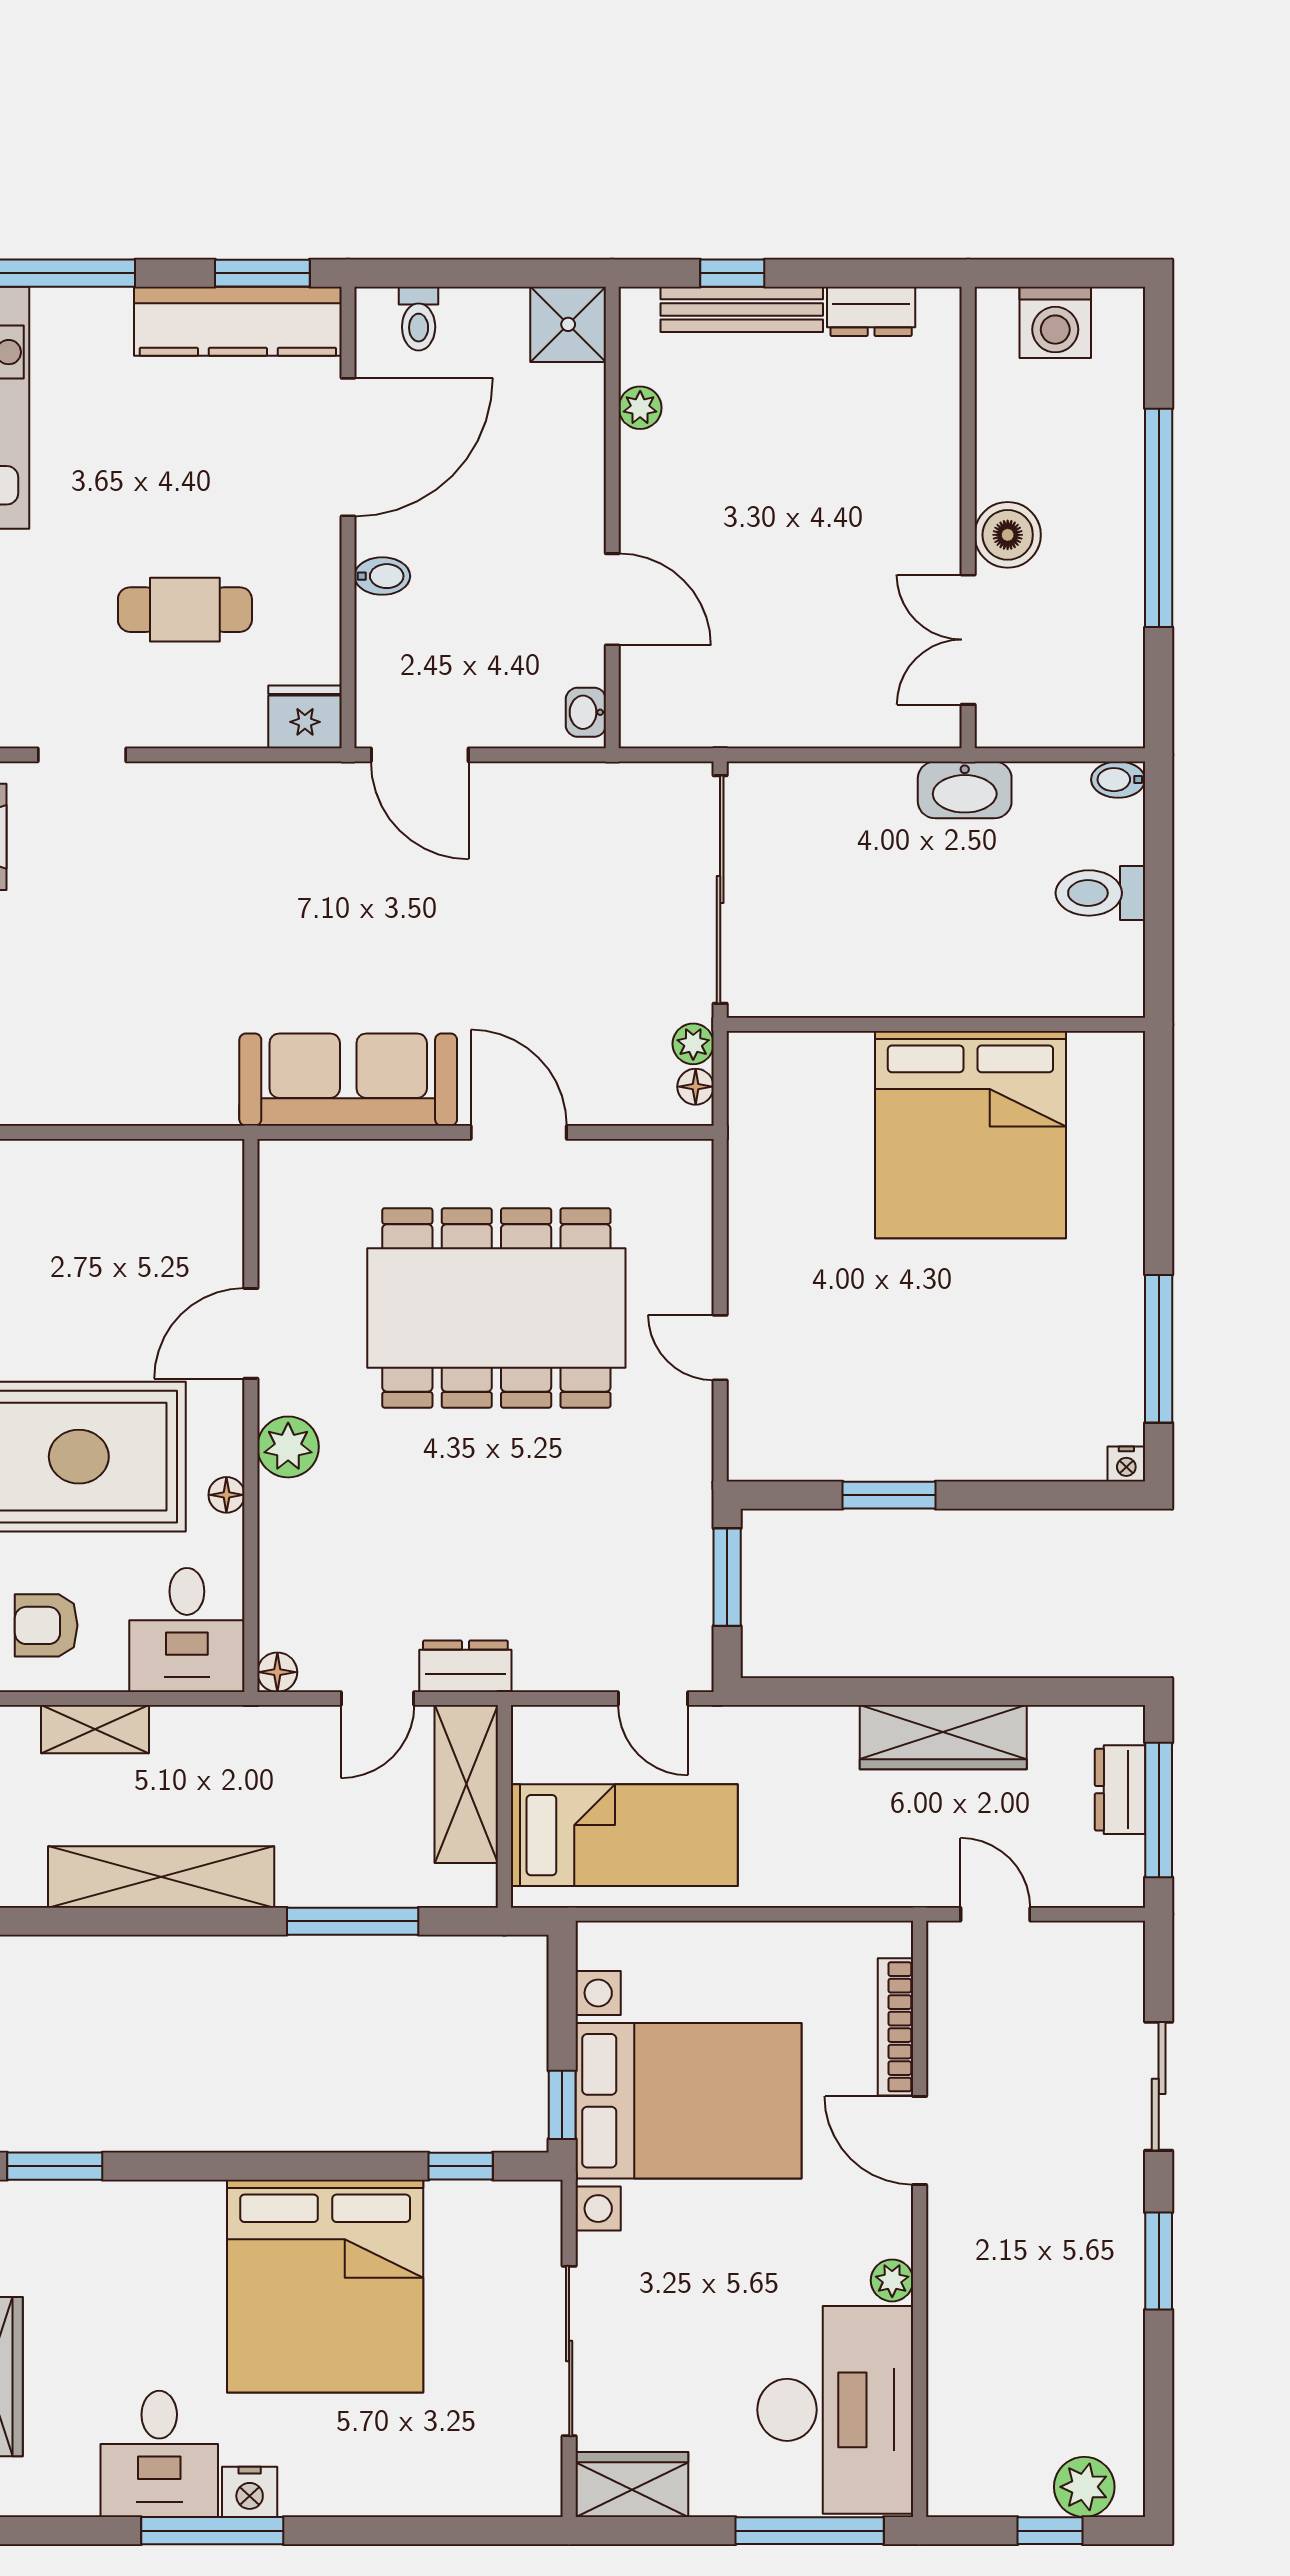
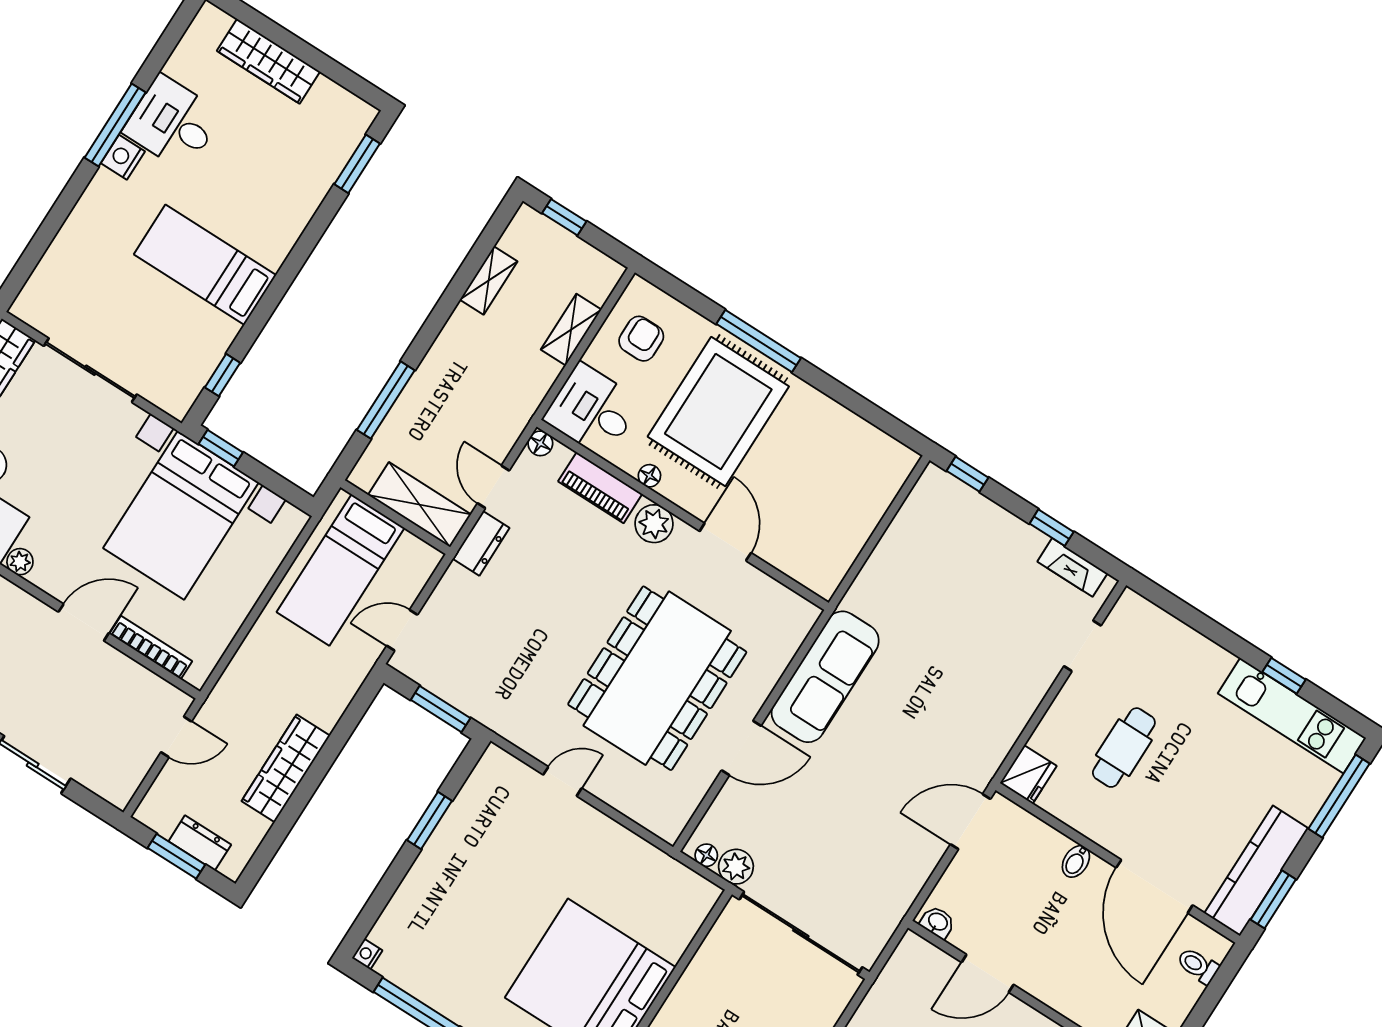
plant: (693, 1044) -> (736, 867), width x1.38, depth x1.38
piano: (286, 1552) -> (600, 488), added
window: (1159, 1810) -> (176, 856), width x0.69
shelving: (161, 1877) -> (489, 280), width x0.45, depth x0.75
bed: (325, 2286) -> (205, 265), width x0.49

